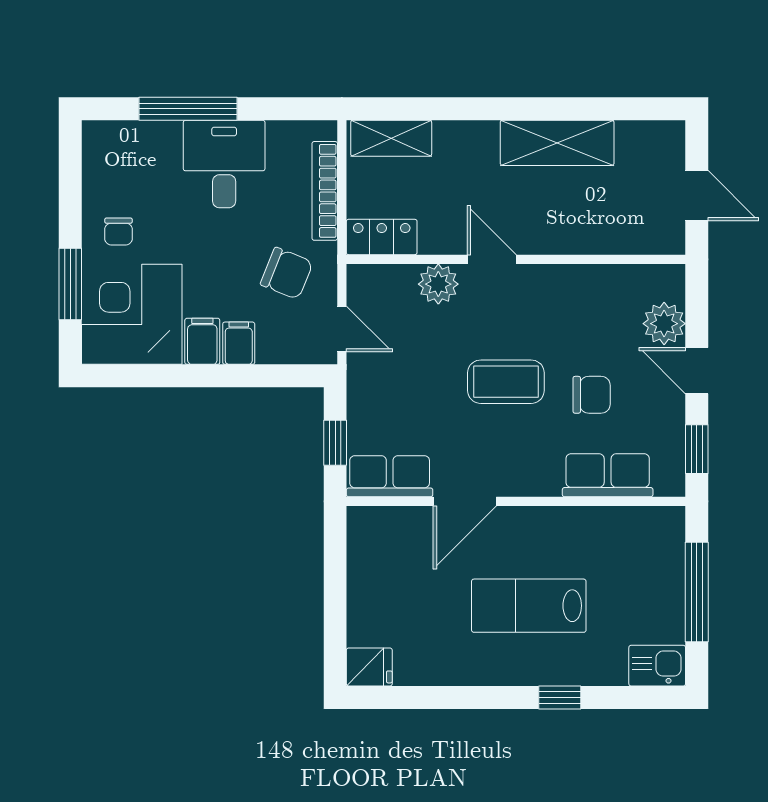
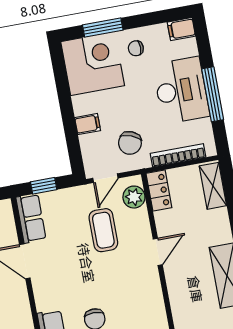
window: (188, 109) -> (213, 94), moved
desk: (224, 164) -> (181, 90), width x1.37
plant: (438, 284) -> (134, 197), moved
filing cabinet: (202, 341) -> (181, 29), moved, turned 180
coffee table: (506, 382) -> (103, 230), moved

